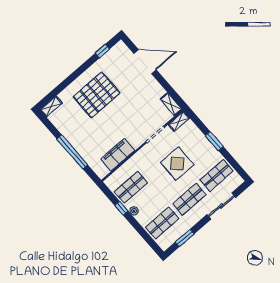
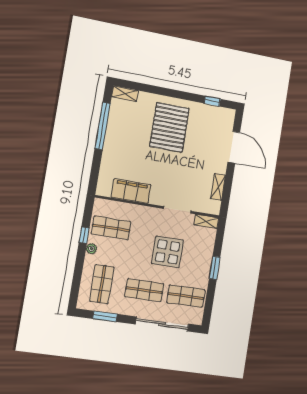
pallet: (97, 95) -> (169, 127), turned 90
shelving: (171, 104) -> (218, 187), moved
window: (72, 152) -> (103, 126), moved
sliding door: (221, 206) -> (162, 324), width x1.36
shop shelf: (162, 223) -> (102, 284), turned 90

